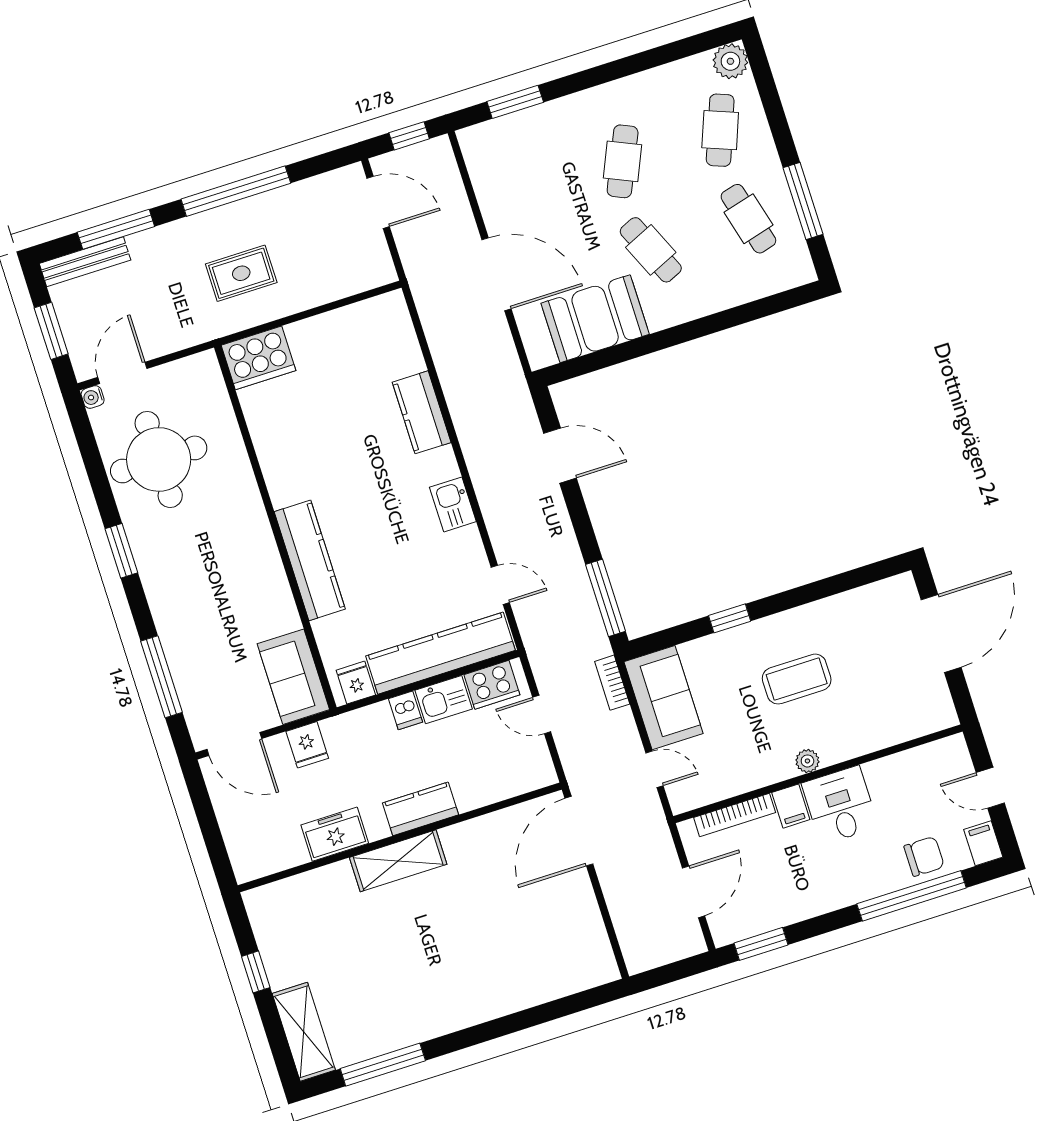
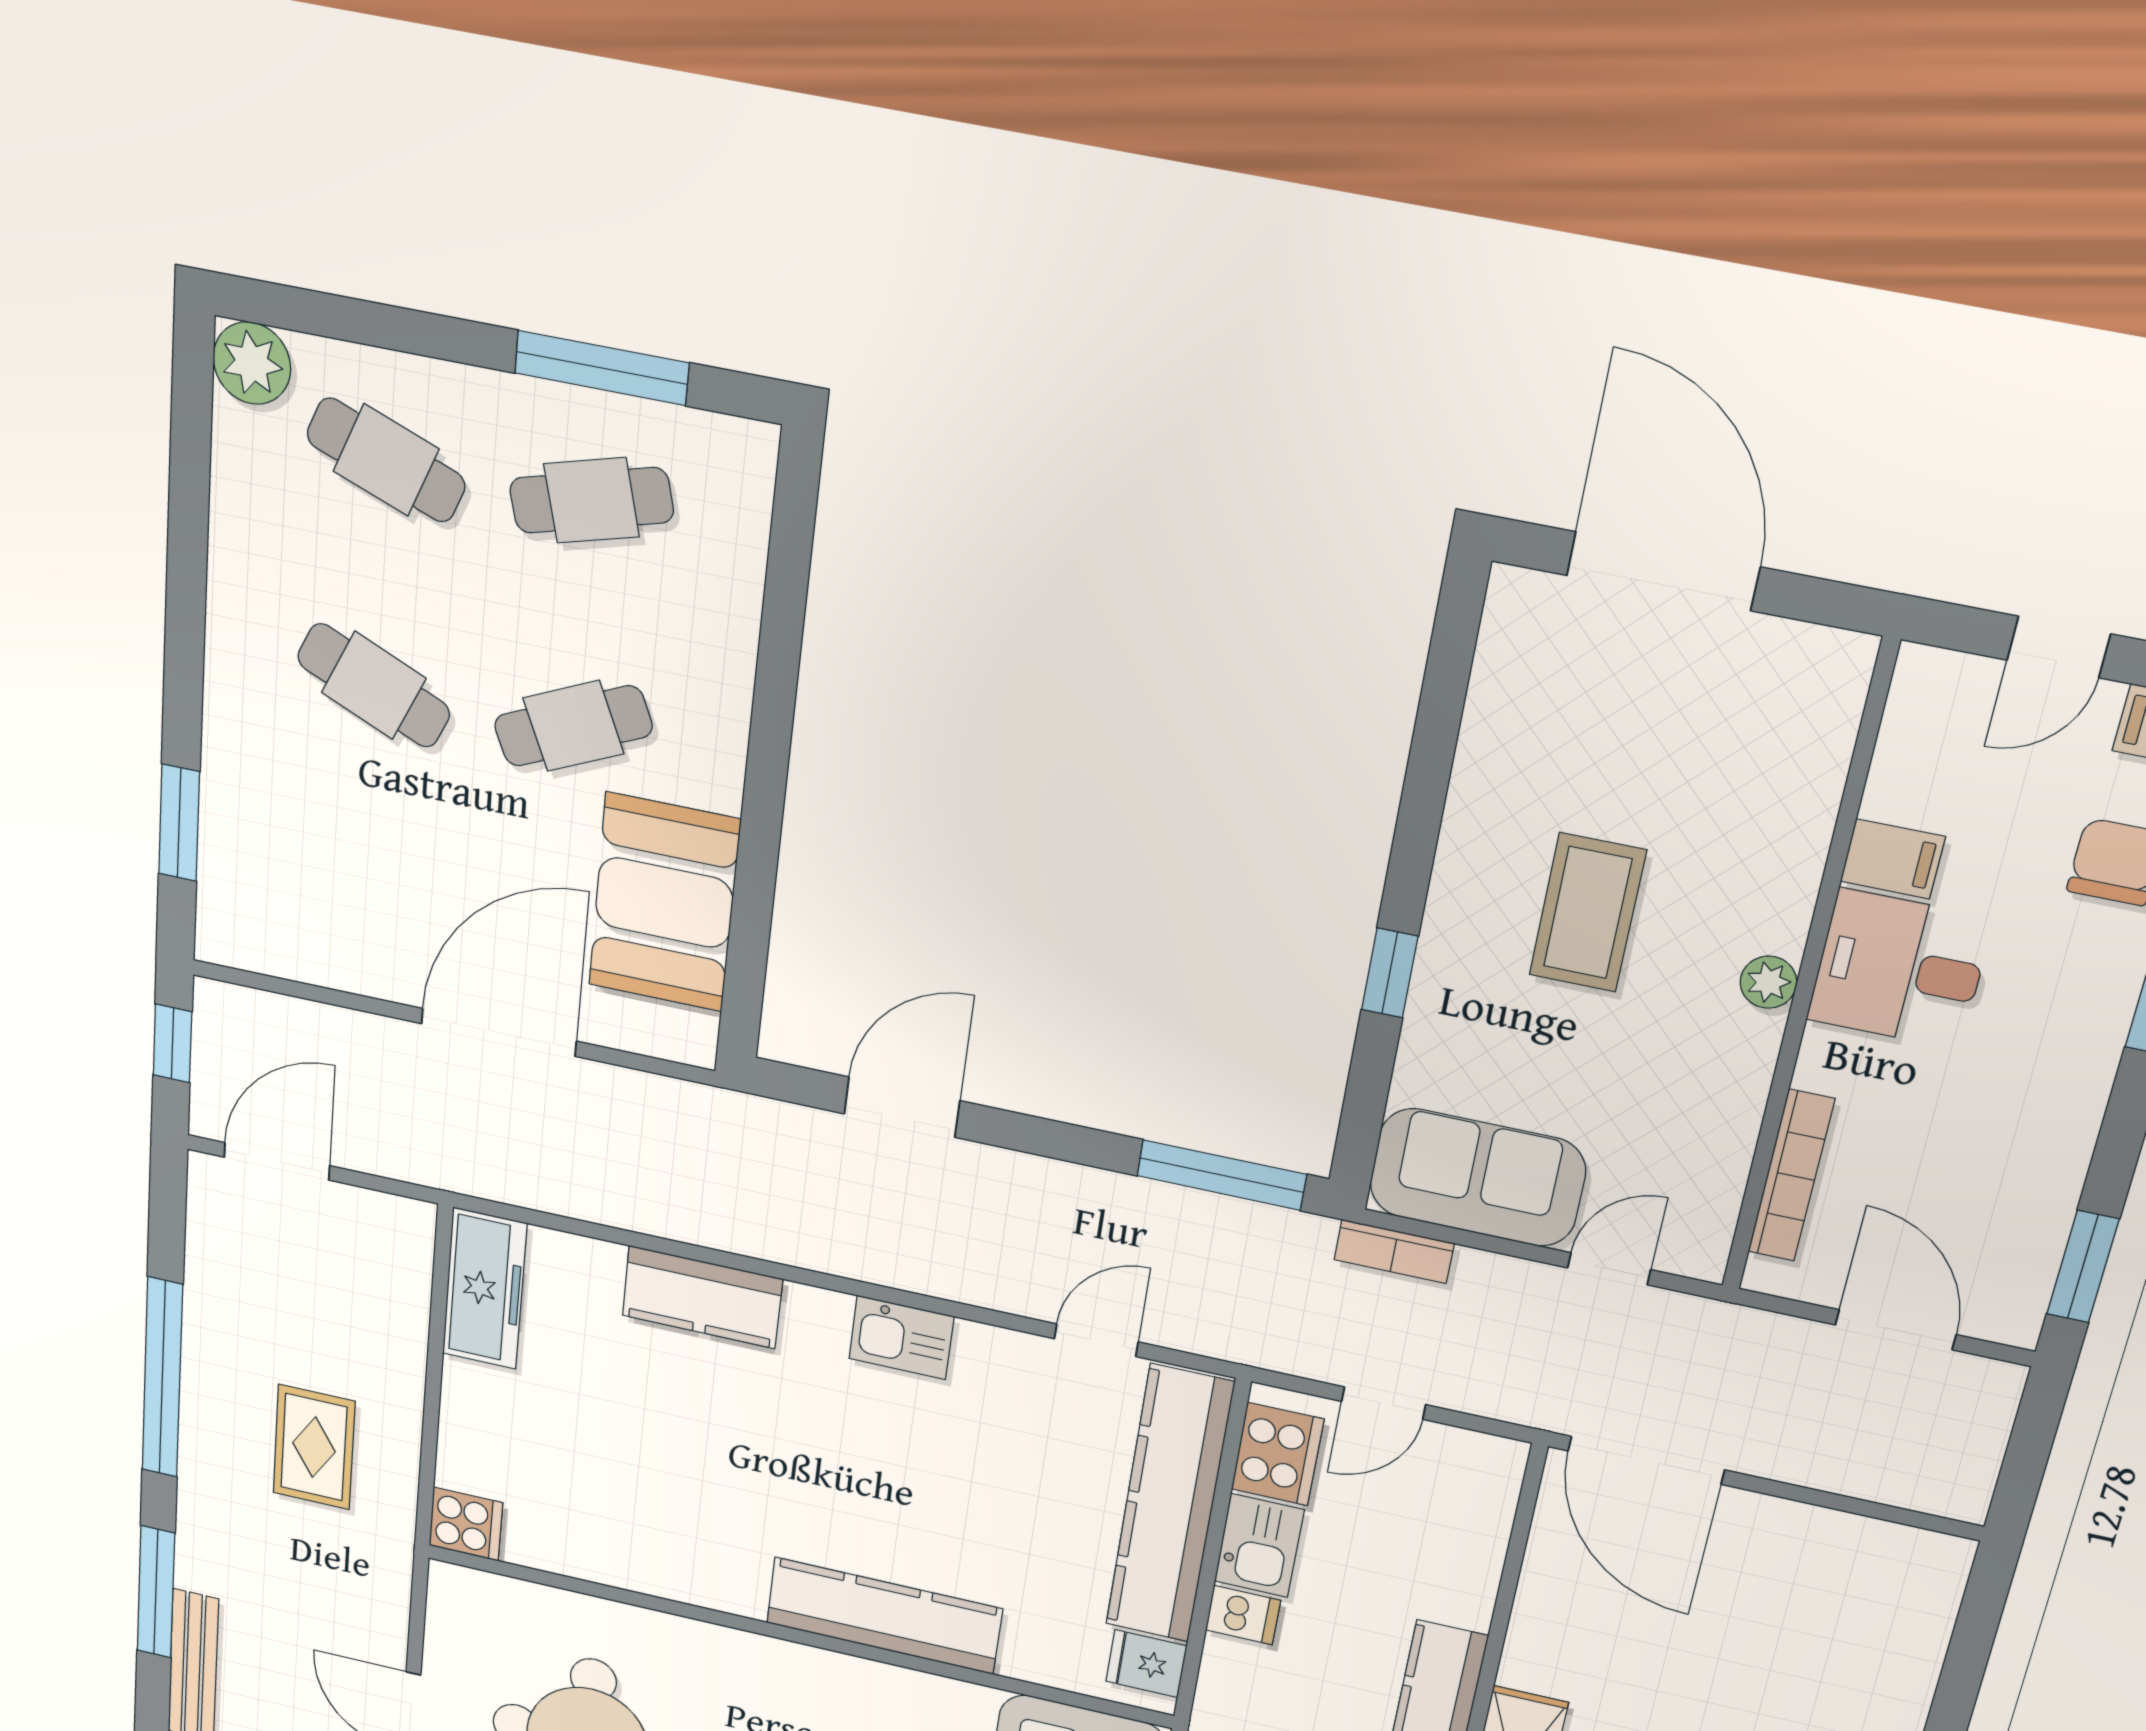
freezer: (369, 317) -> (485, 1289), added
cooker: (258, 358) -> (466, 1524), width x0.53, depth x0.76
filing cabinet: (791, 806) -> (1893, 859), moved

